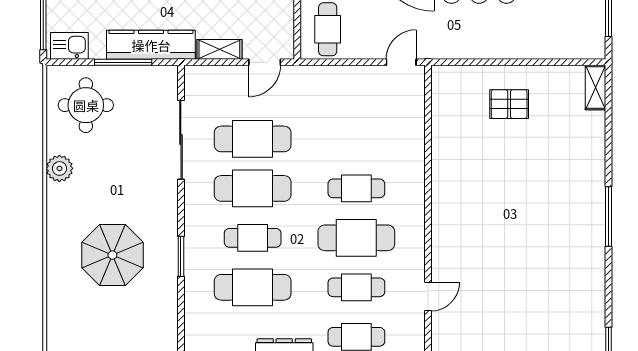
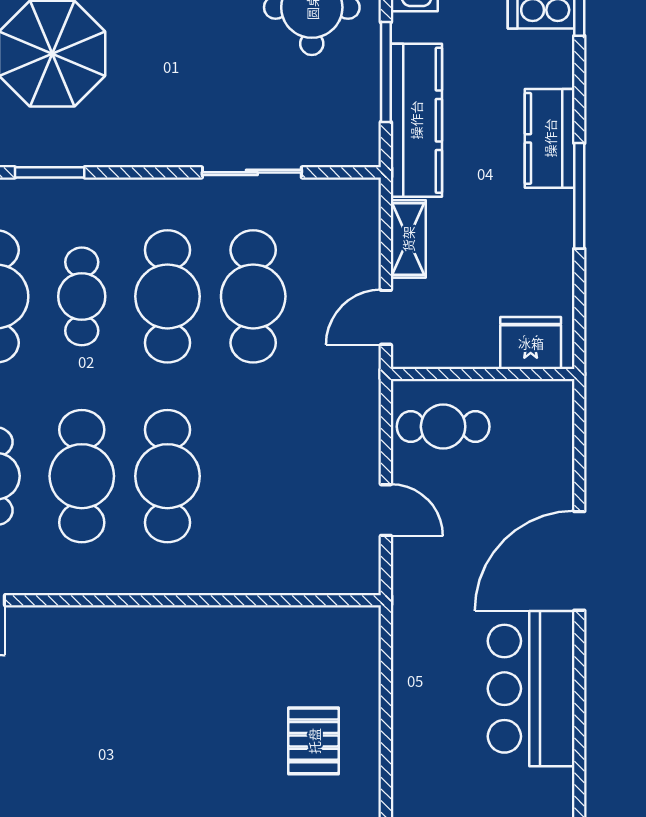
door: (265, 62) -> (386, 317), hinge flipped
door: (401, 62) -> (386, 510), moved
sliding door: (181, 140) -> (252, 172), width x0.73
cafe table: (356, 188) -> (167, 476), width x1.37, depth x1.35

